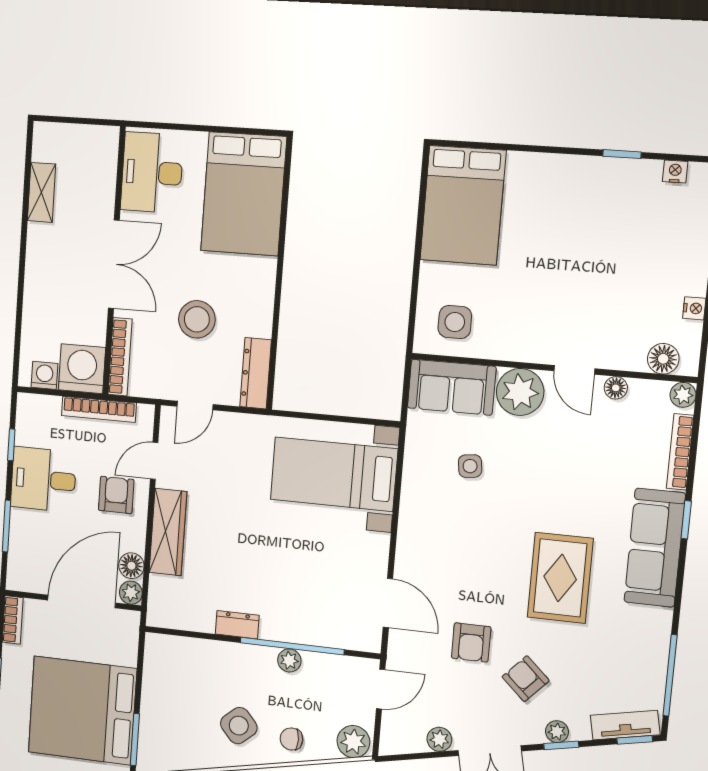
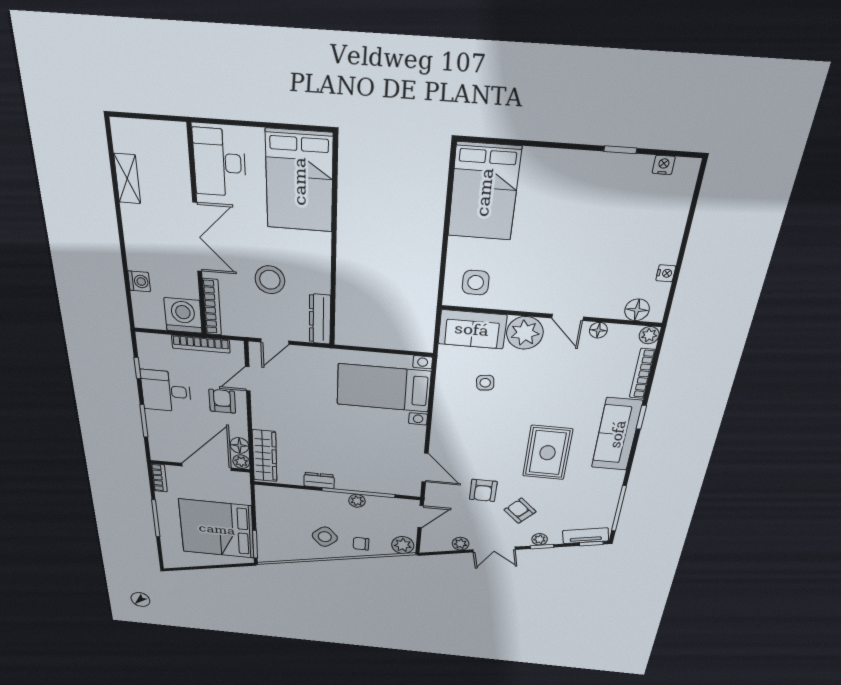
washing machine: (45, 375) -> (139, 281), moved, turned 90
wardrobe: (168, 532) -> (265, 456), moved

